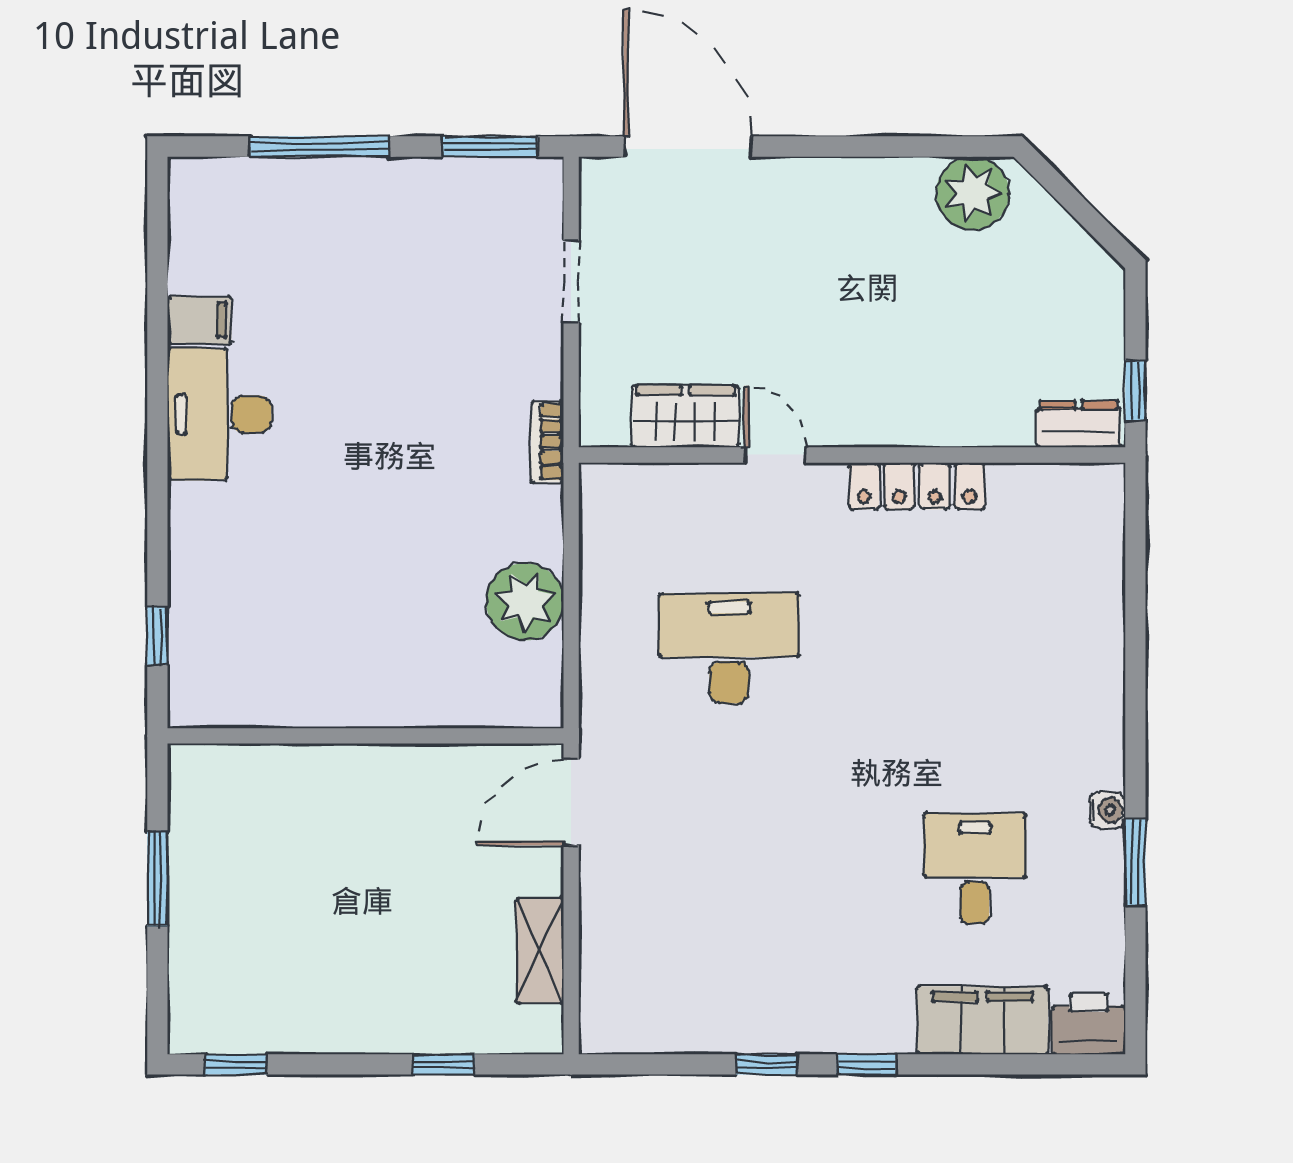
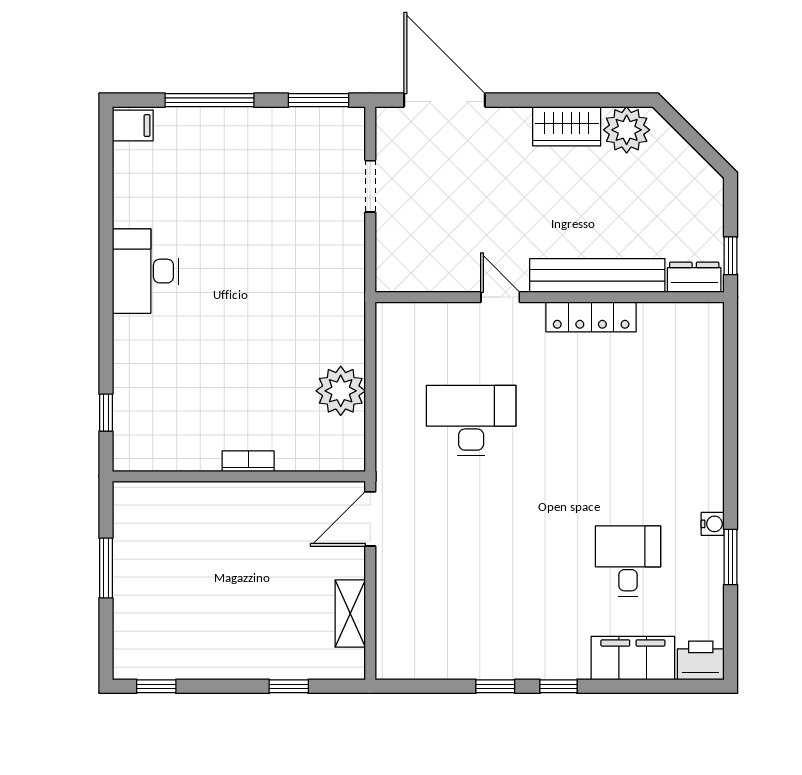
filing cabinet: (199, 320) -> (133, 126), moved
wardrobe: (686, 417) -> (567, 126), moved, turned 180
bench: (927, 421) -> (597, 275), added
bookcase: (547, 442) -> (248, 461), moved, turned 90

